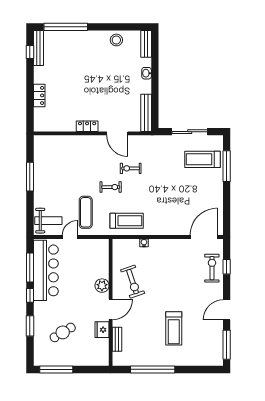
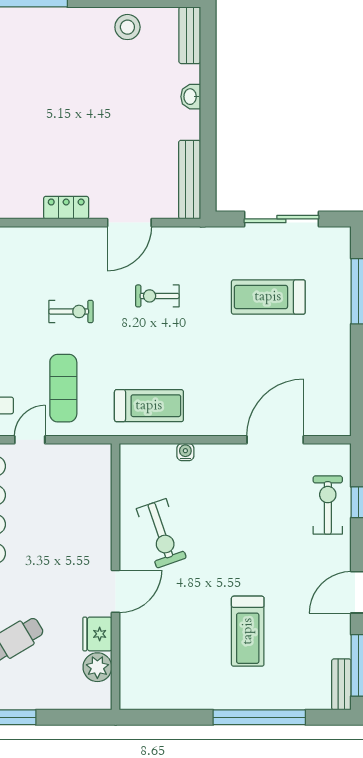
door: (117, 133) -> (129, 223), hinge flipped
treadmill: (202, 159) -> (268, 297), moved
exercise bike: (111, 187) -> (71, 311), moved
door: (204, 237) -> (275, 440), moved
plant: (102, 286) -> (97, 667), moved
bench: (117, 339) -> (341, 684), moved
window: (153, 369) -> (259, 717), moved

